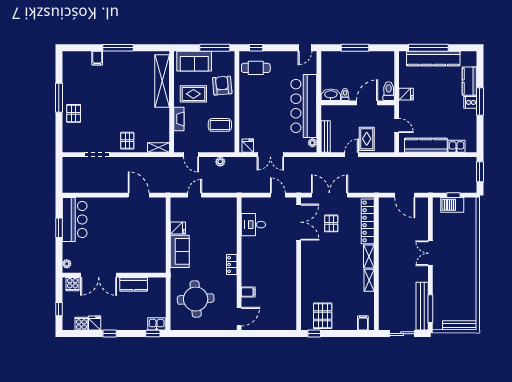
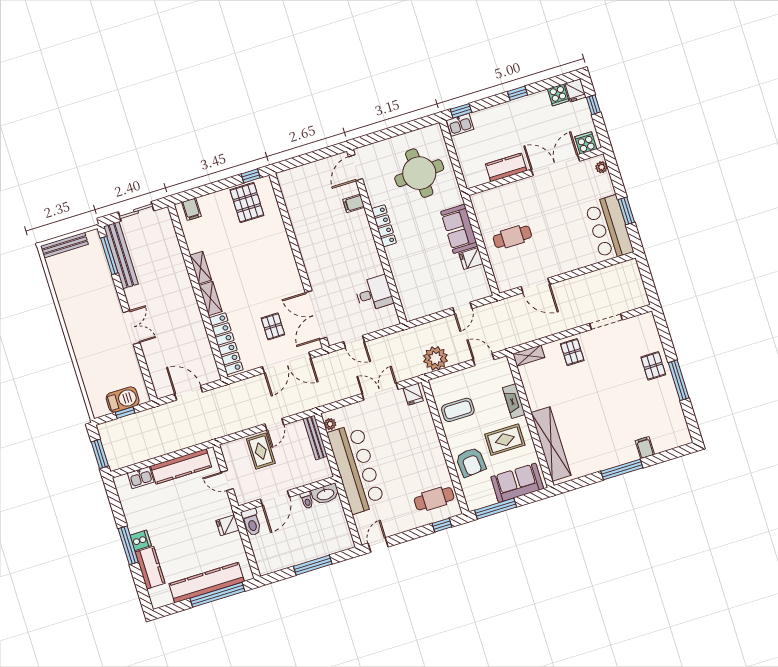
plant: (220, 162) -> (435, 358), width x1.88, depth x1.88
cafe table: (144, 234) -> (512, 237), added
locker: (232, 265) -> (384, 226), width x1.53
fridge: (95, 323) -> (576, 90), moved

